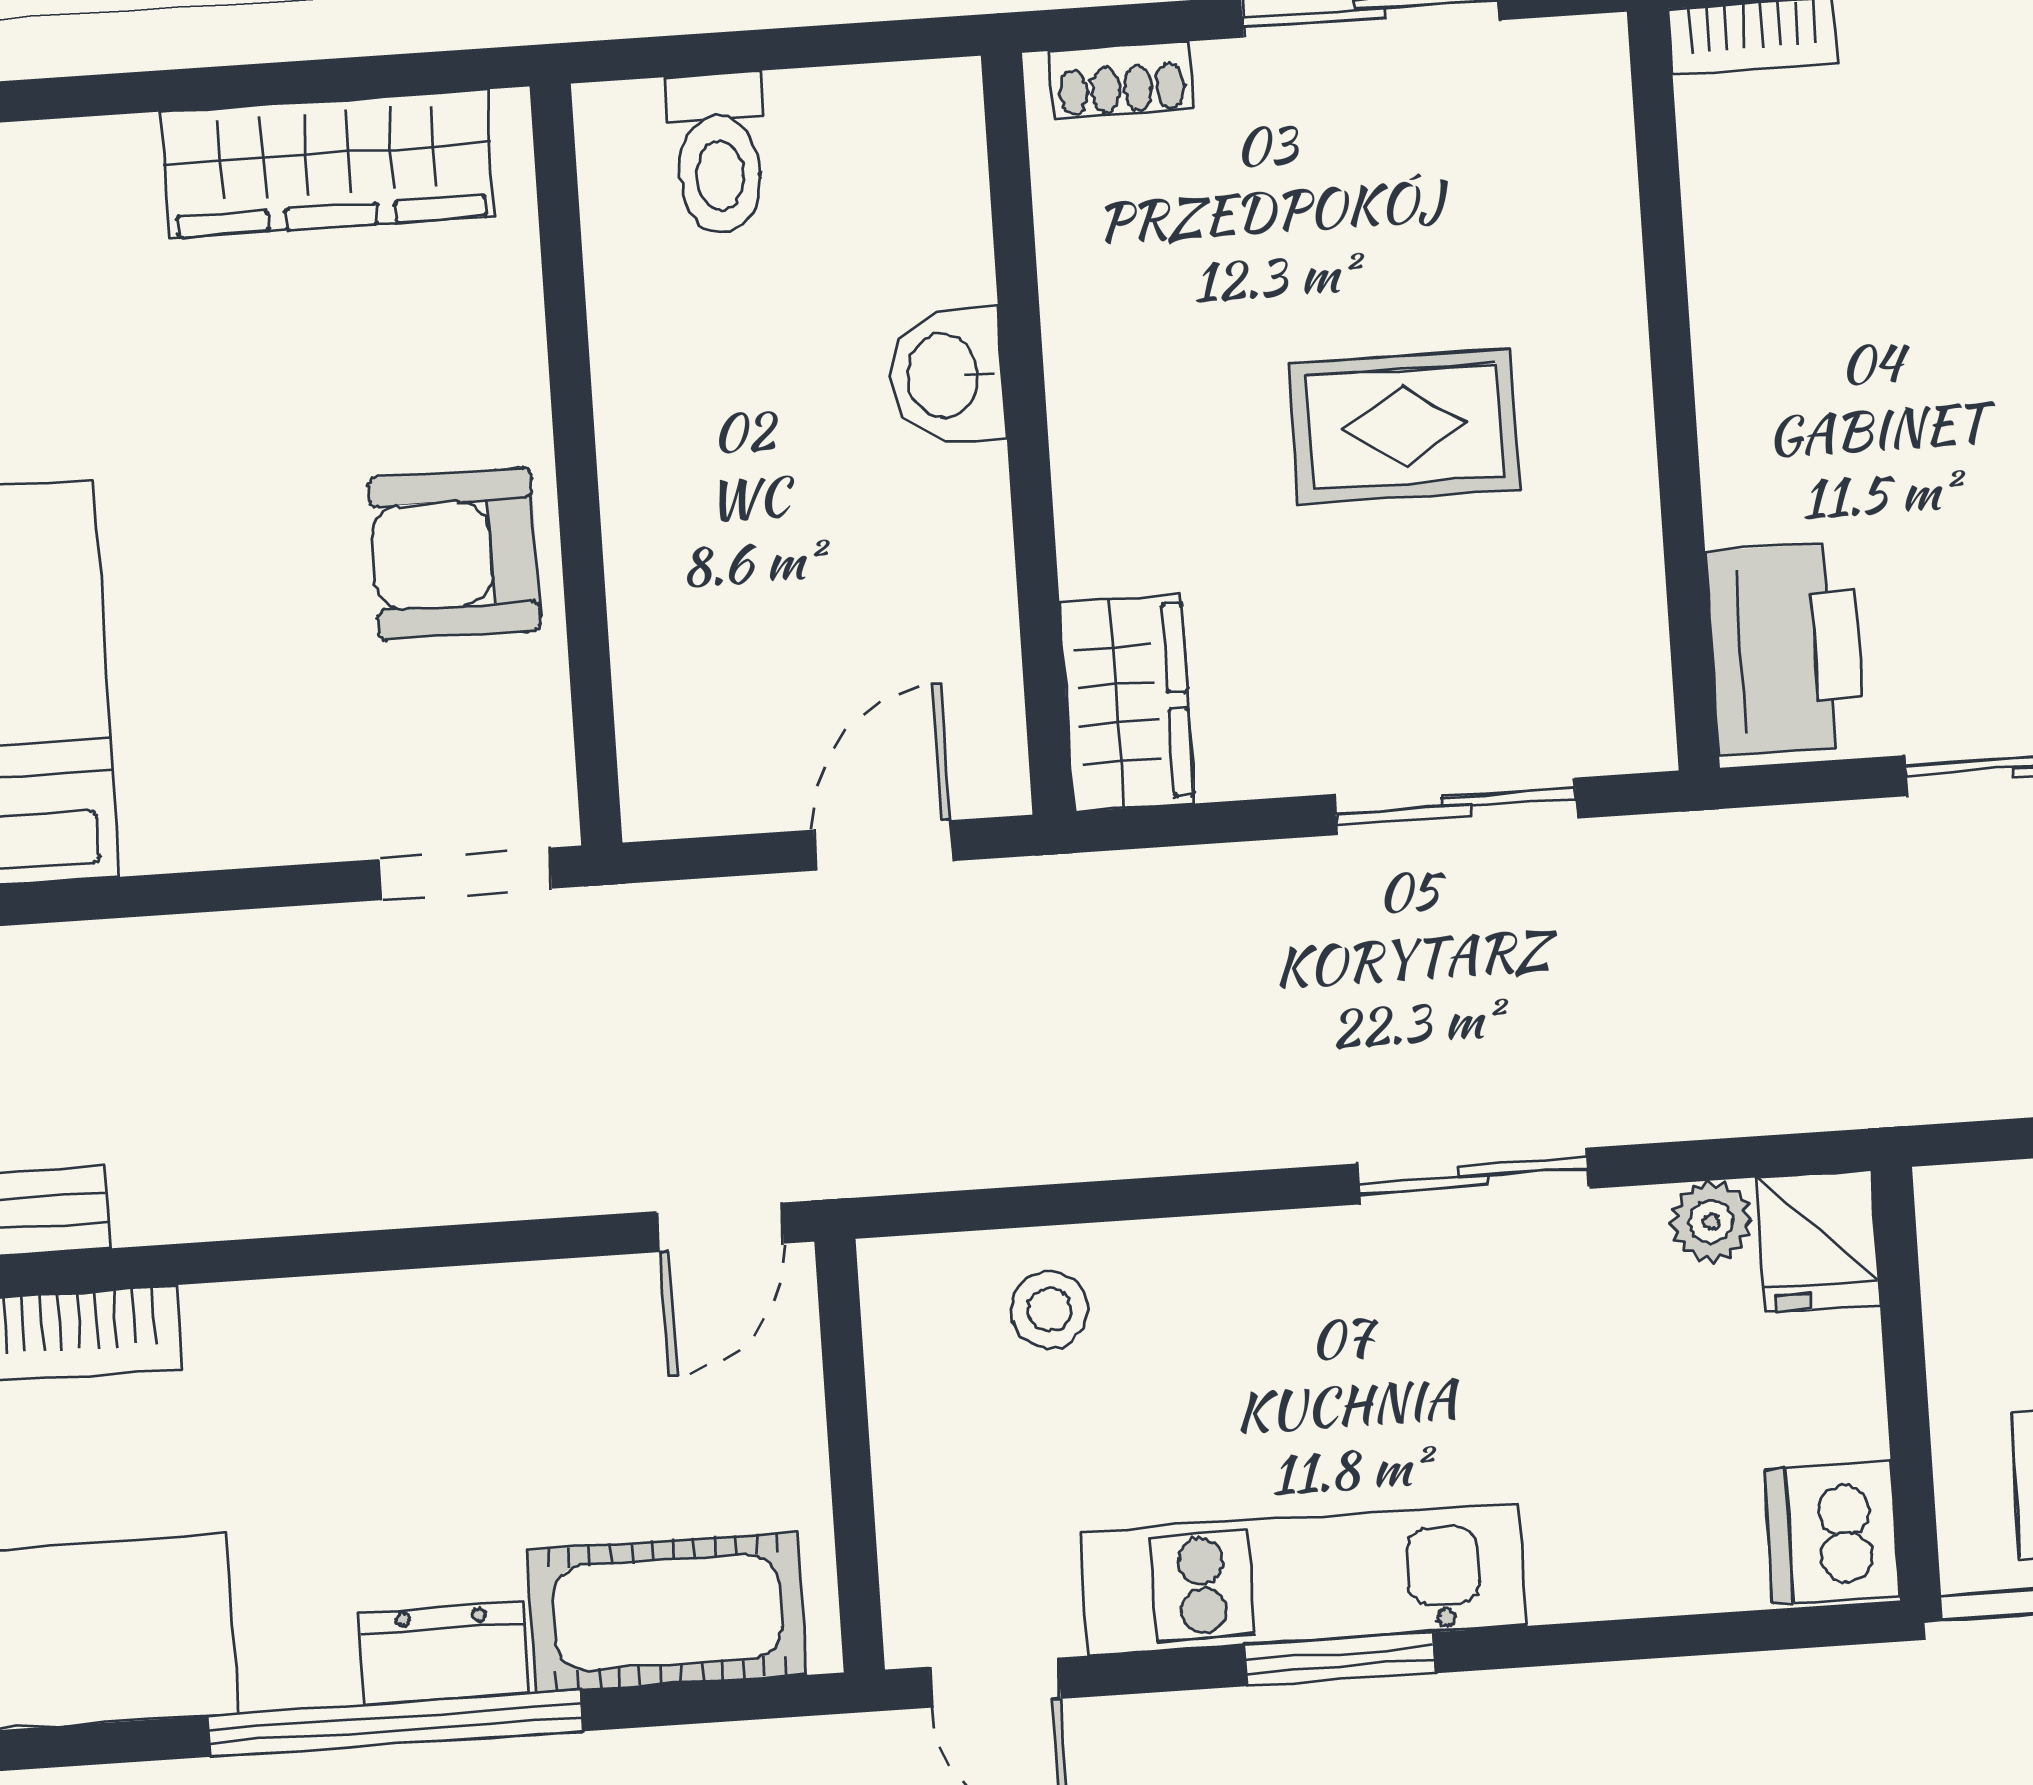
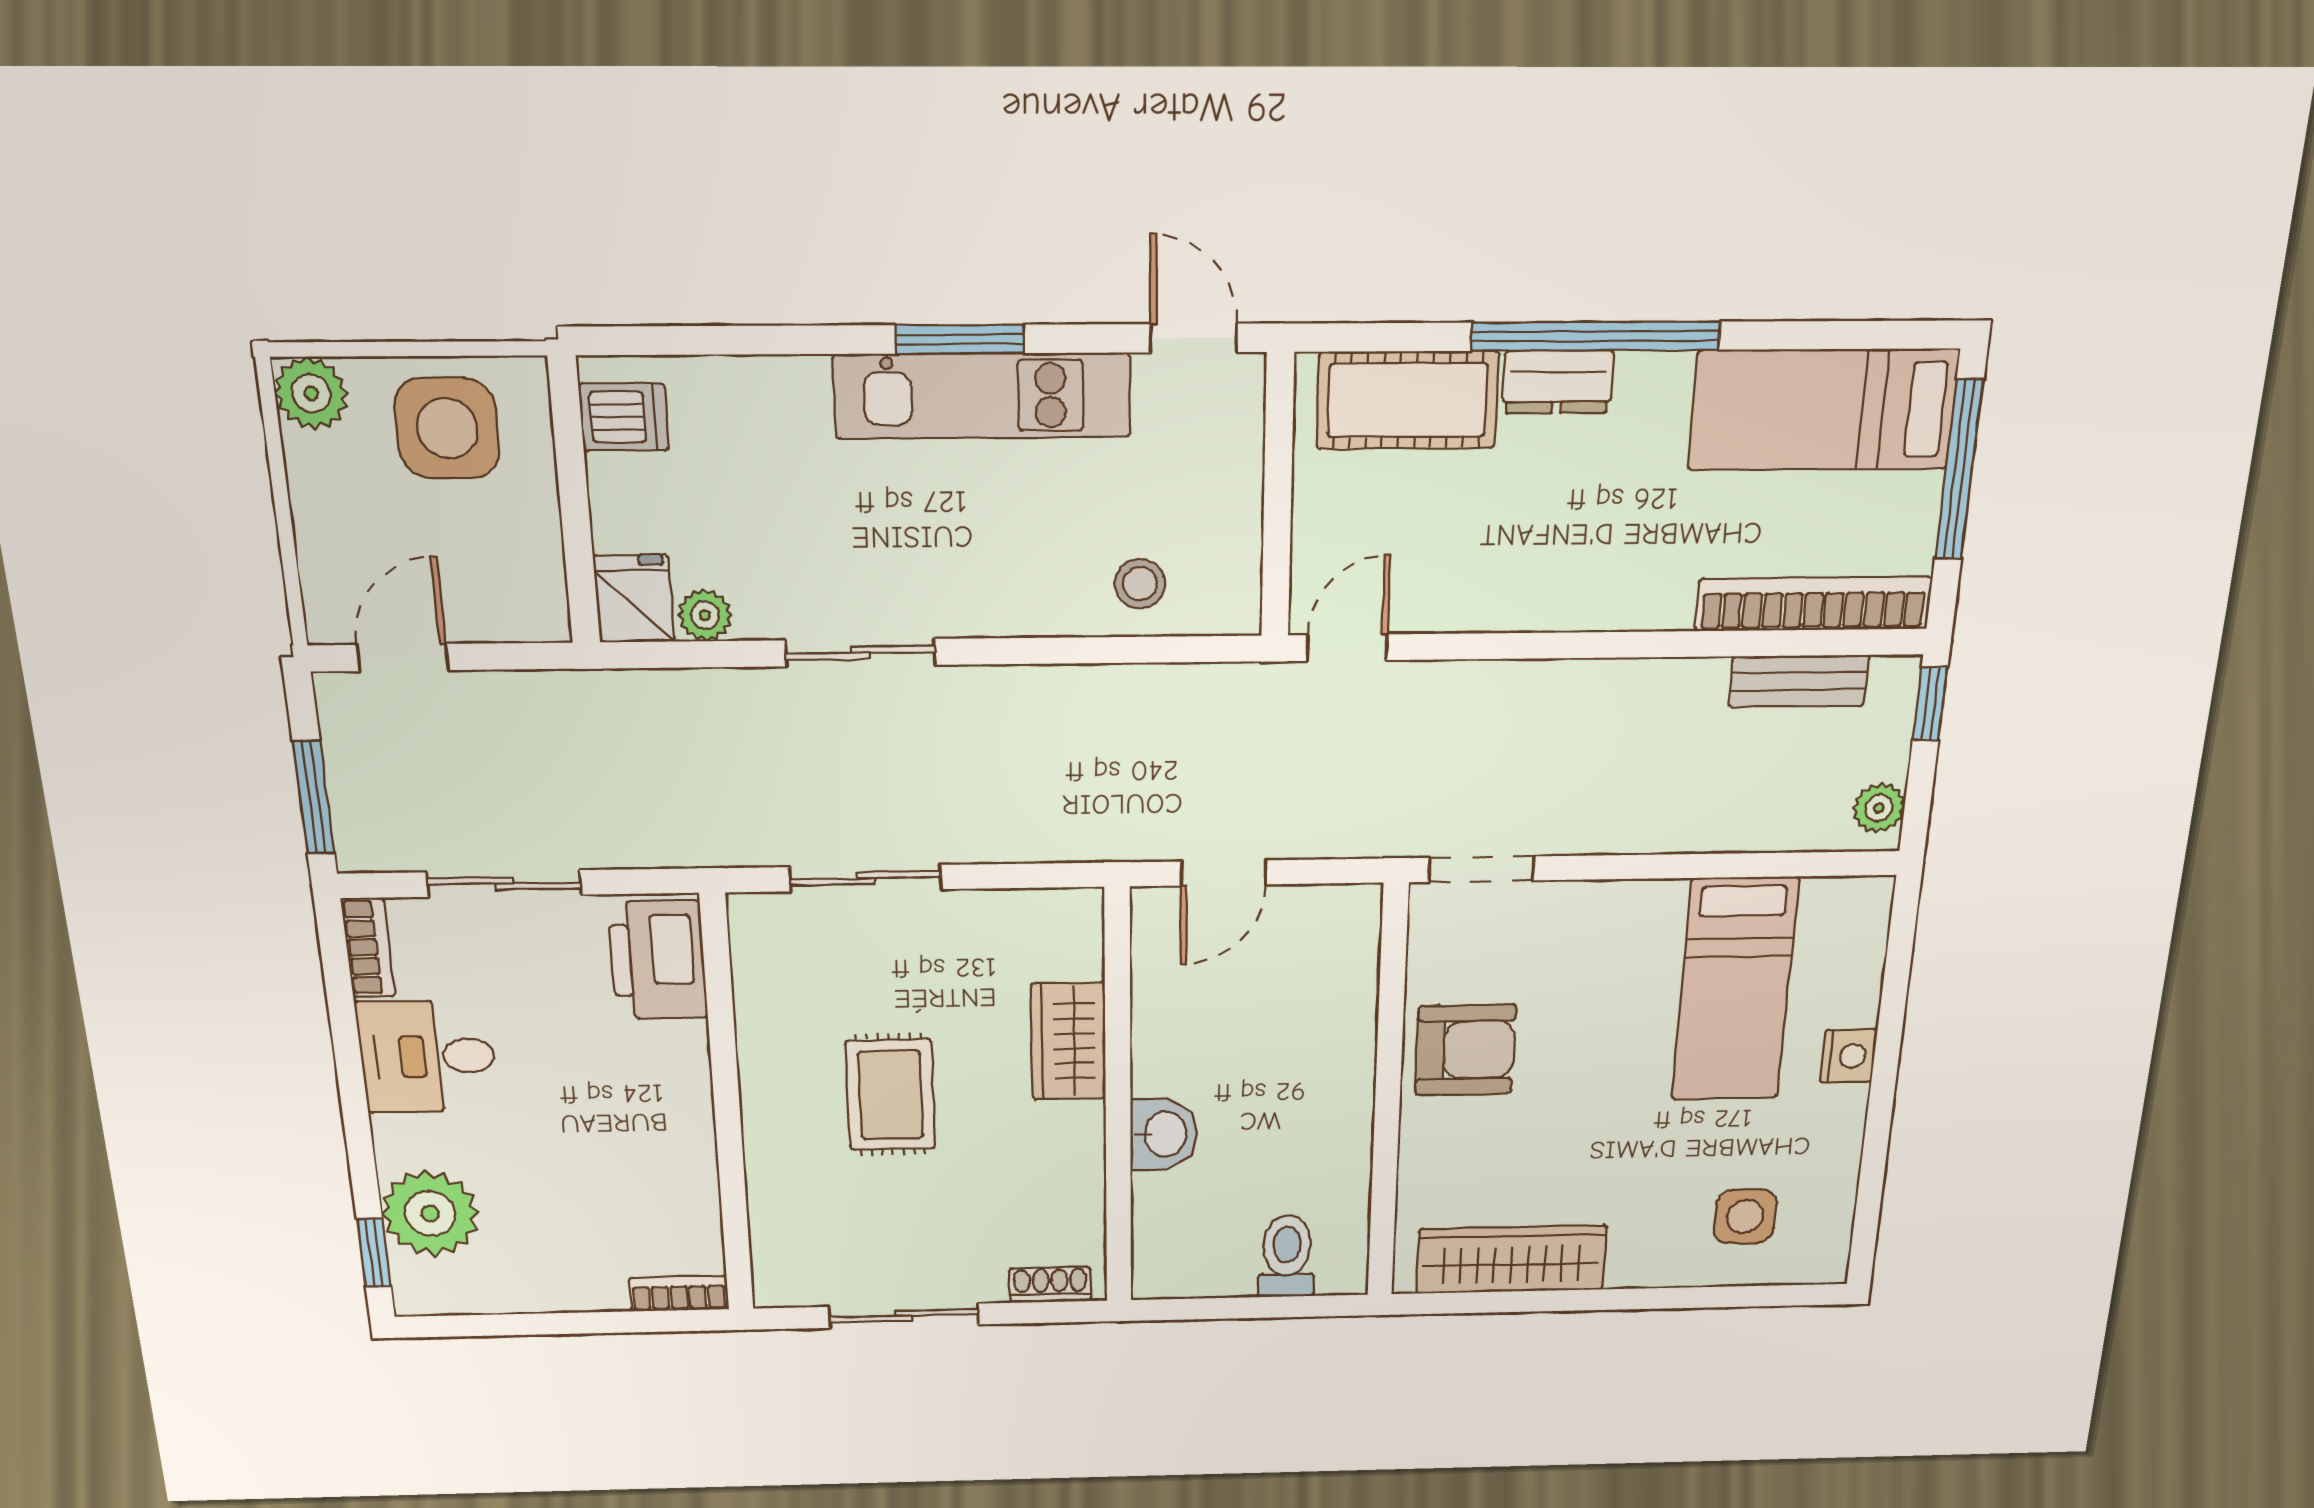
rug: (1405, 426) -> (891, 1095), turned 90
wardrobe: (1127, 703) -> (1069, 1041), moved
dishwasher: (1832, 1533) -> (624, 417), width x0.73

